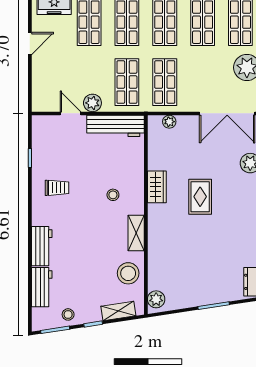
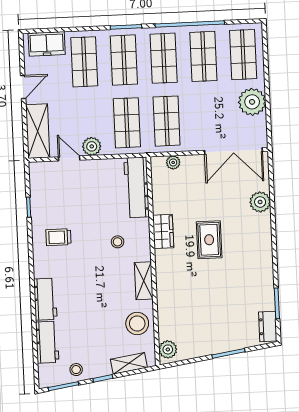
shelving: (42, 86) -> (38, 131), added
workbench: (115, 126) -> (137, 187), moved, turned 90
trolley: (57, 188) -> (58, 237), turned 180

